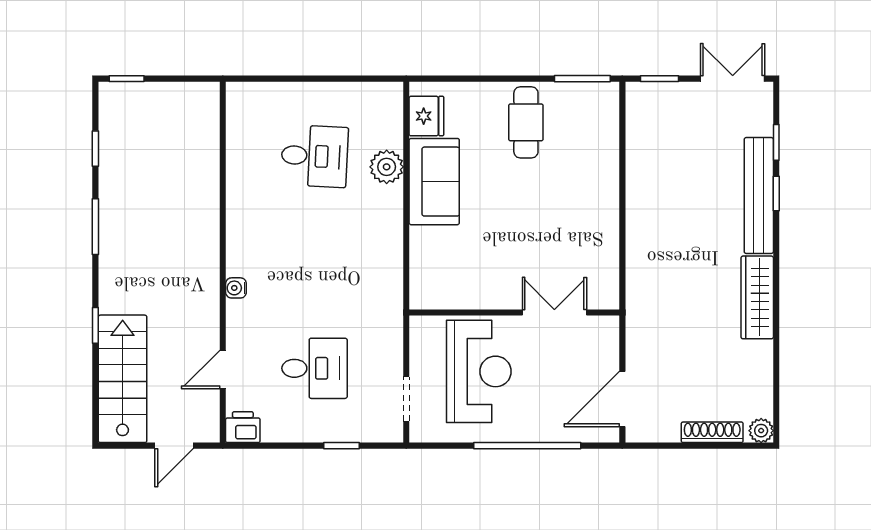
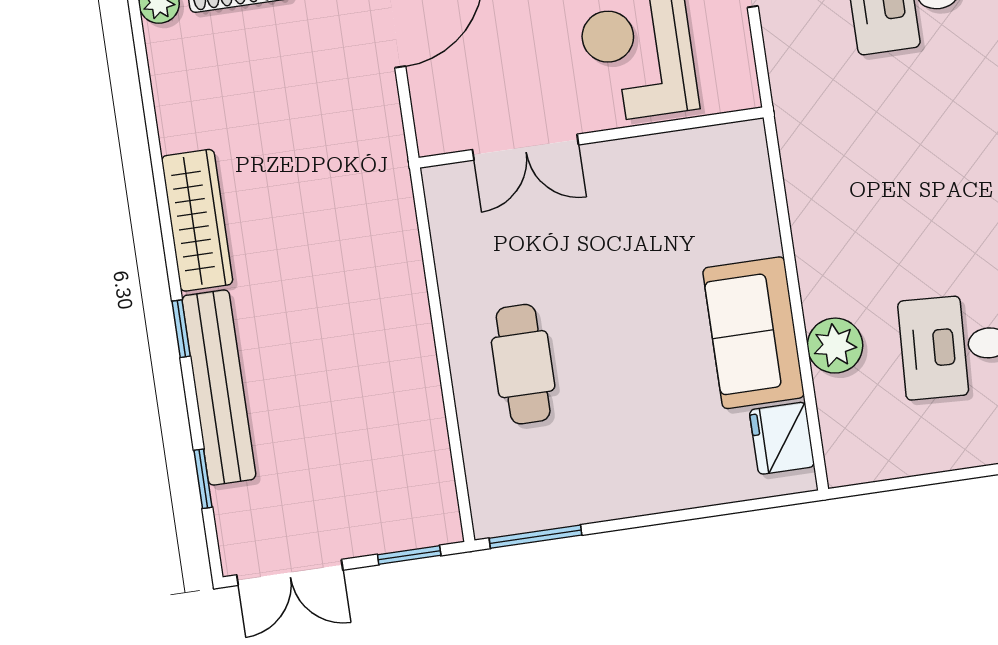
cafe table: (526, 122) -> (523, 364), moved
window: (776, 193) -> (181, 329), moved

